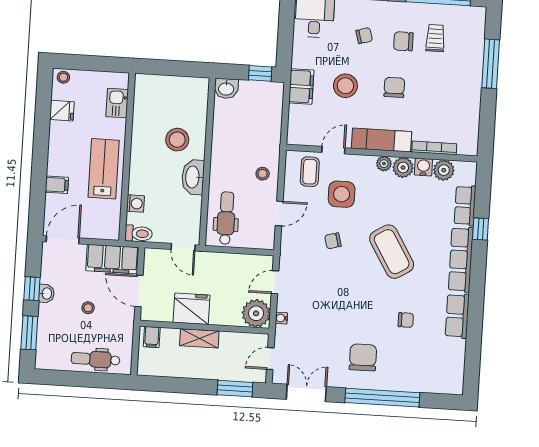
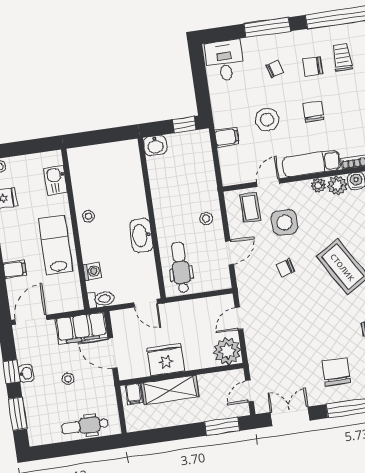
filing cabinet: (301, 87) -> (227, 137), width x0.50
stool: (177, 140) -> (88, 216), moved, width x0.53, depth x0.53
water cooler: (281, 318) -> (252, 351), removed
shelving: (199, 338) -> (170, 390), width x1.50, depth x1.33

